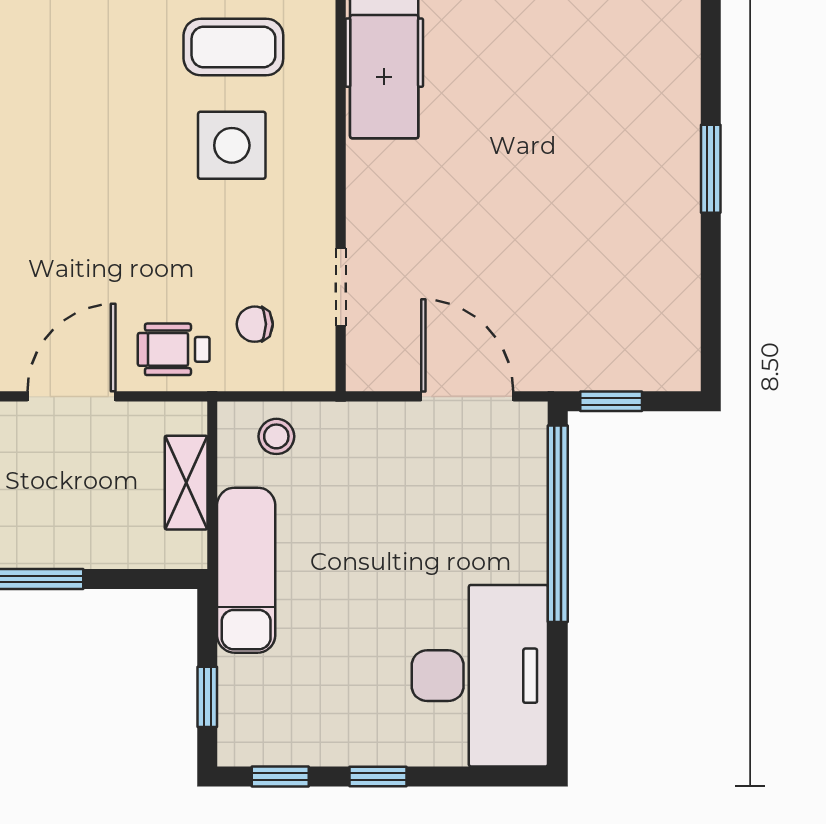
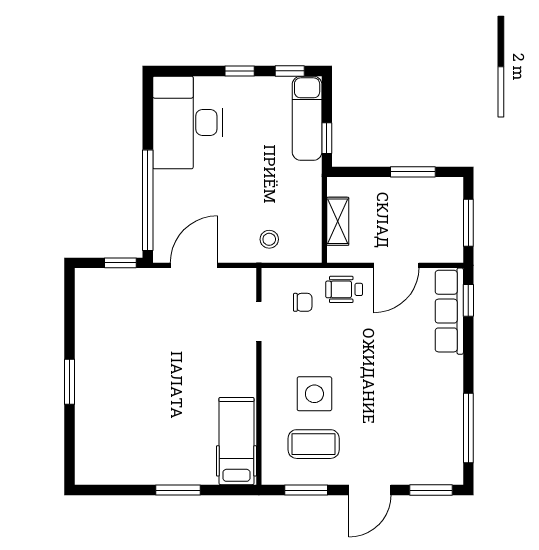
wheelchair: (174, 349) -> (344, 289), turned 180
door: (467, 396) -> (194, 265), swing flipped
stool: (276, 436) -> (269, 239), moved
exam couch: (246, 570) -> (307, 118), moved
window: (207, 697) -> (327, 138), moved

